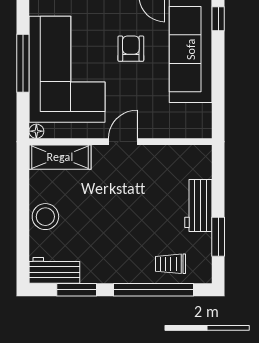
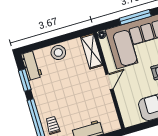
door: (123, 142) -> (109, 82), hinge flipped

